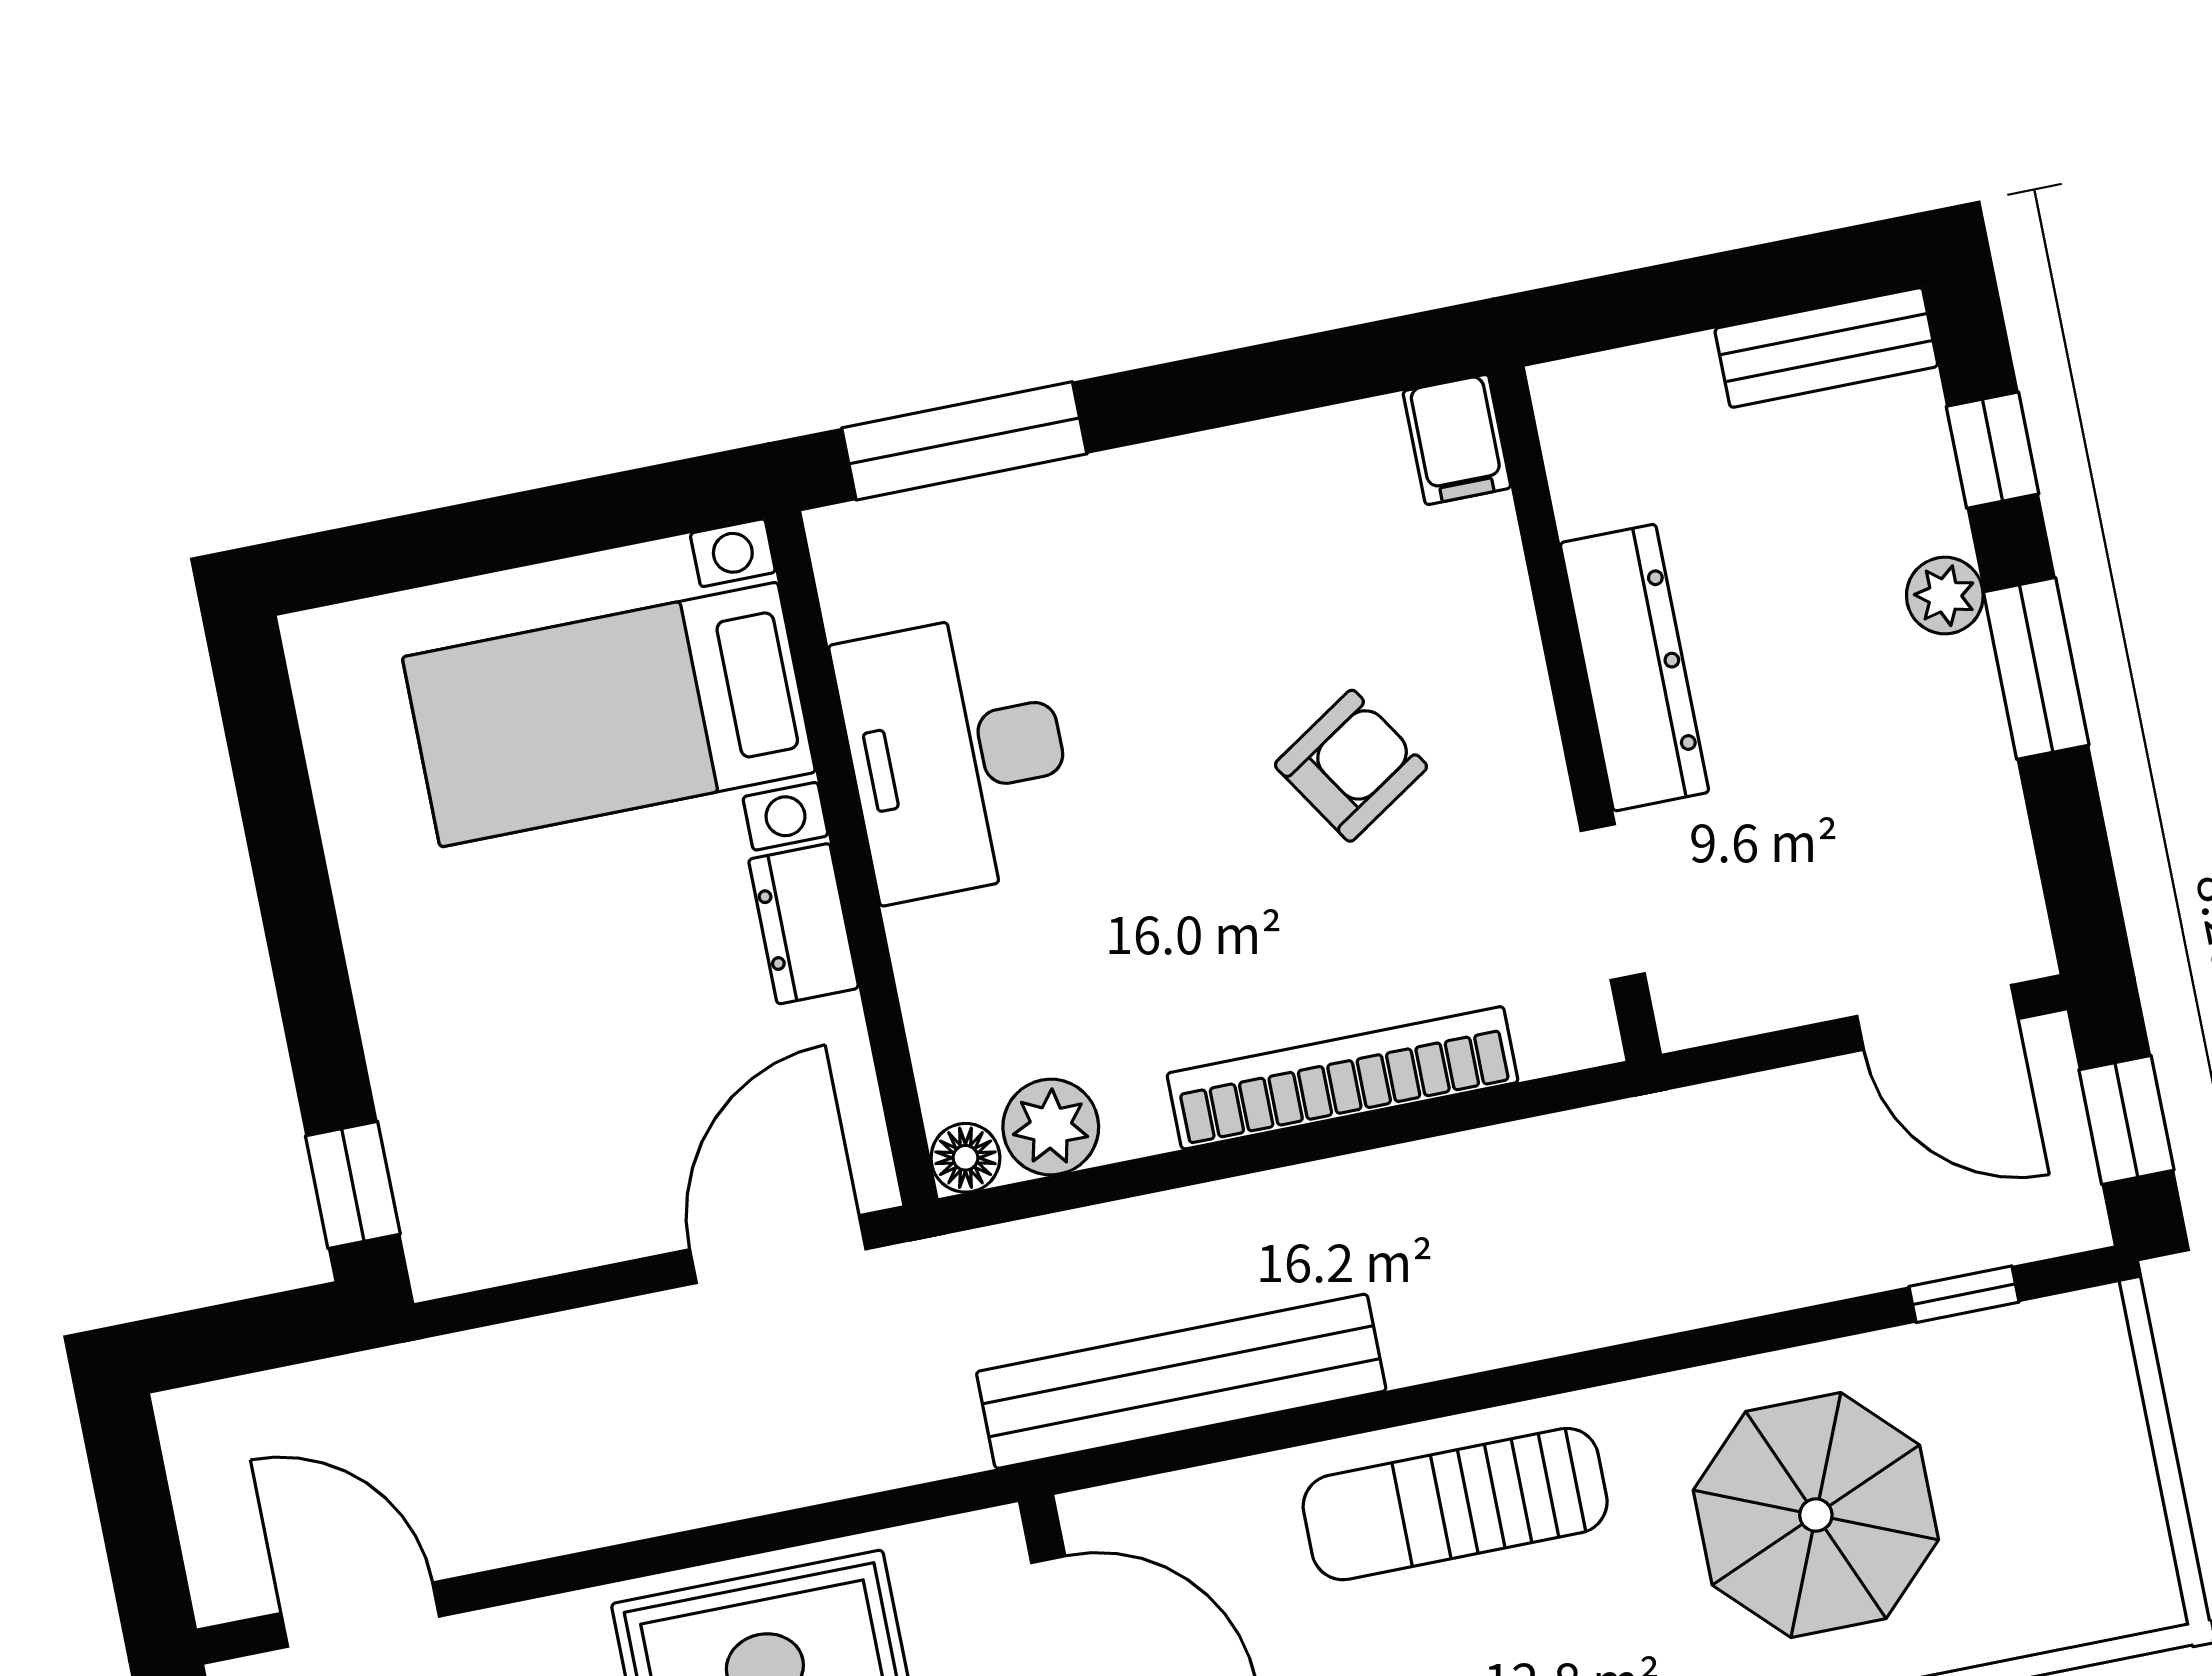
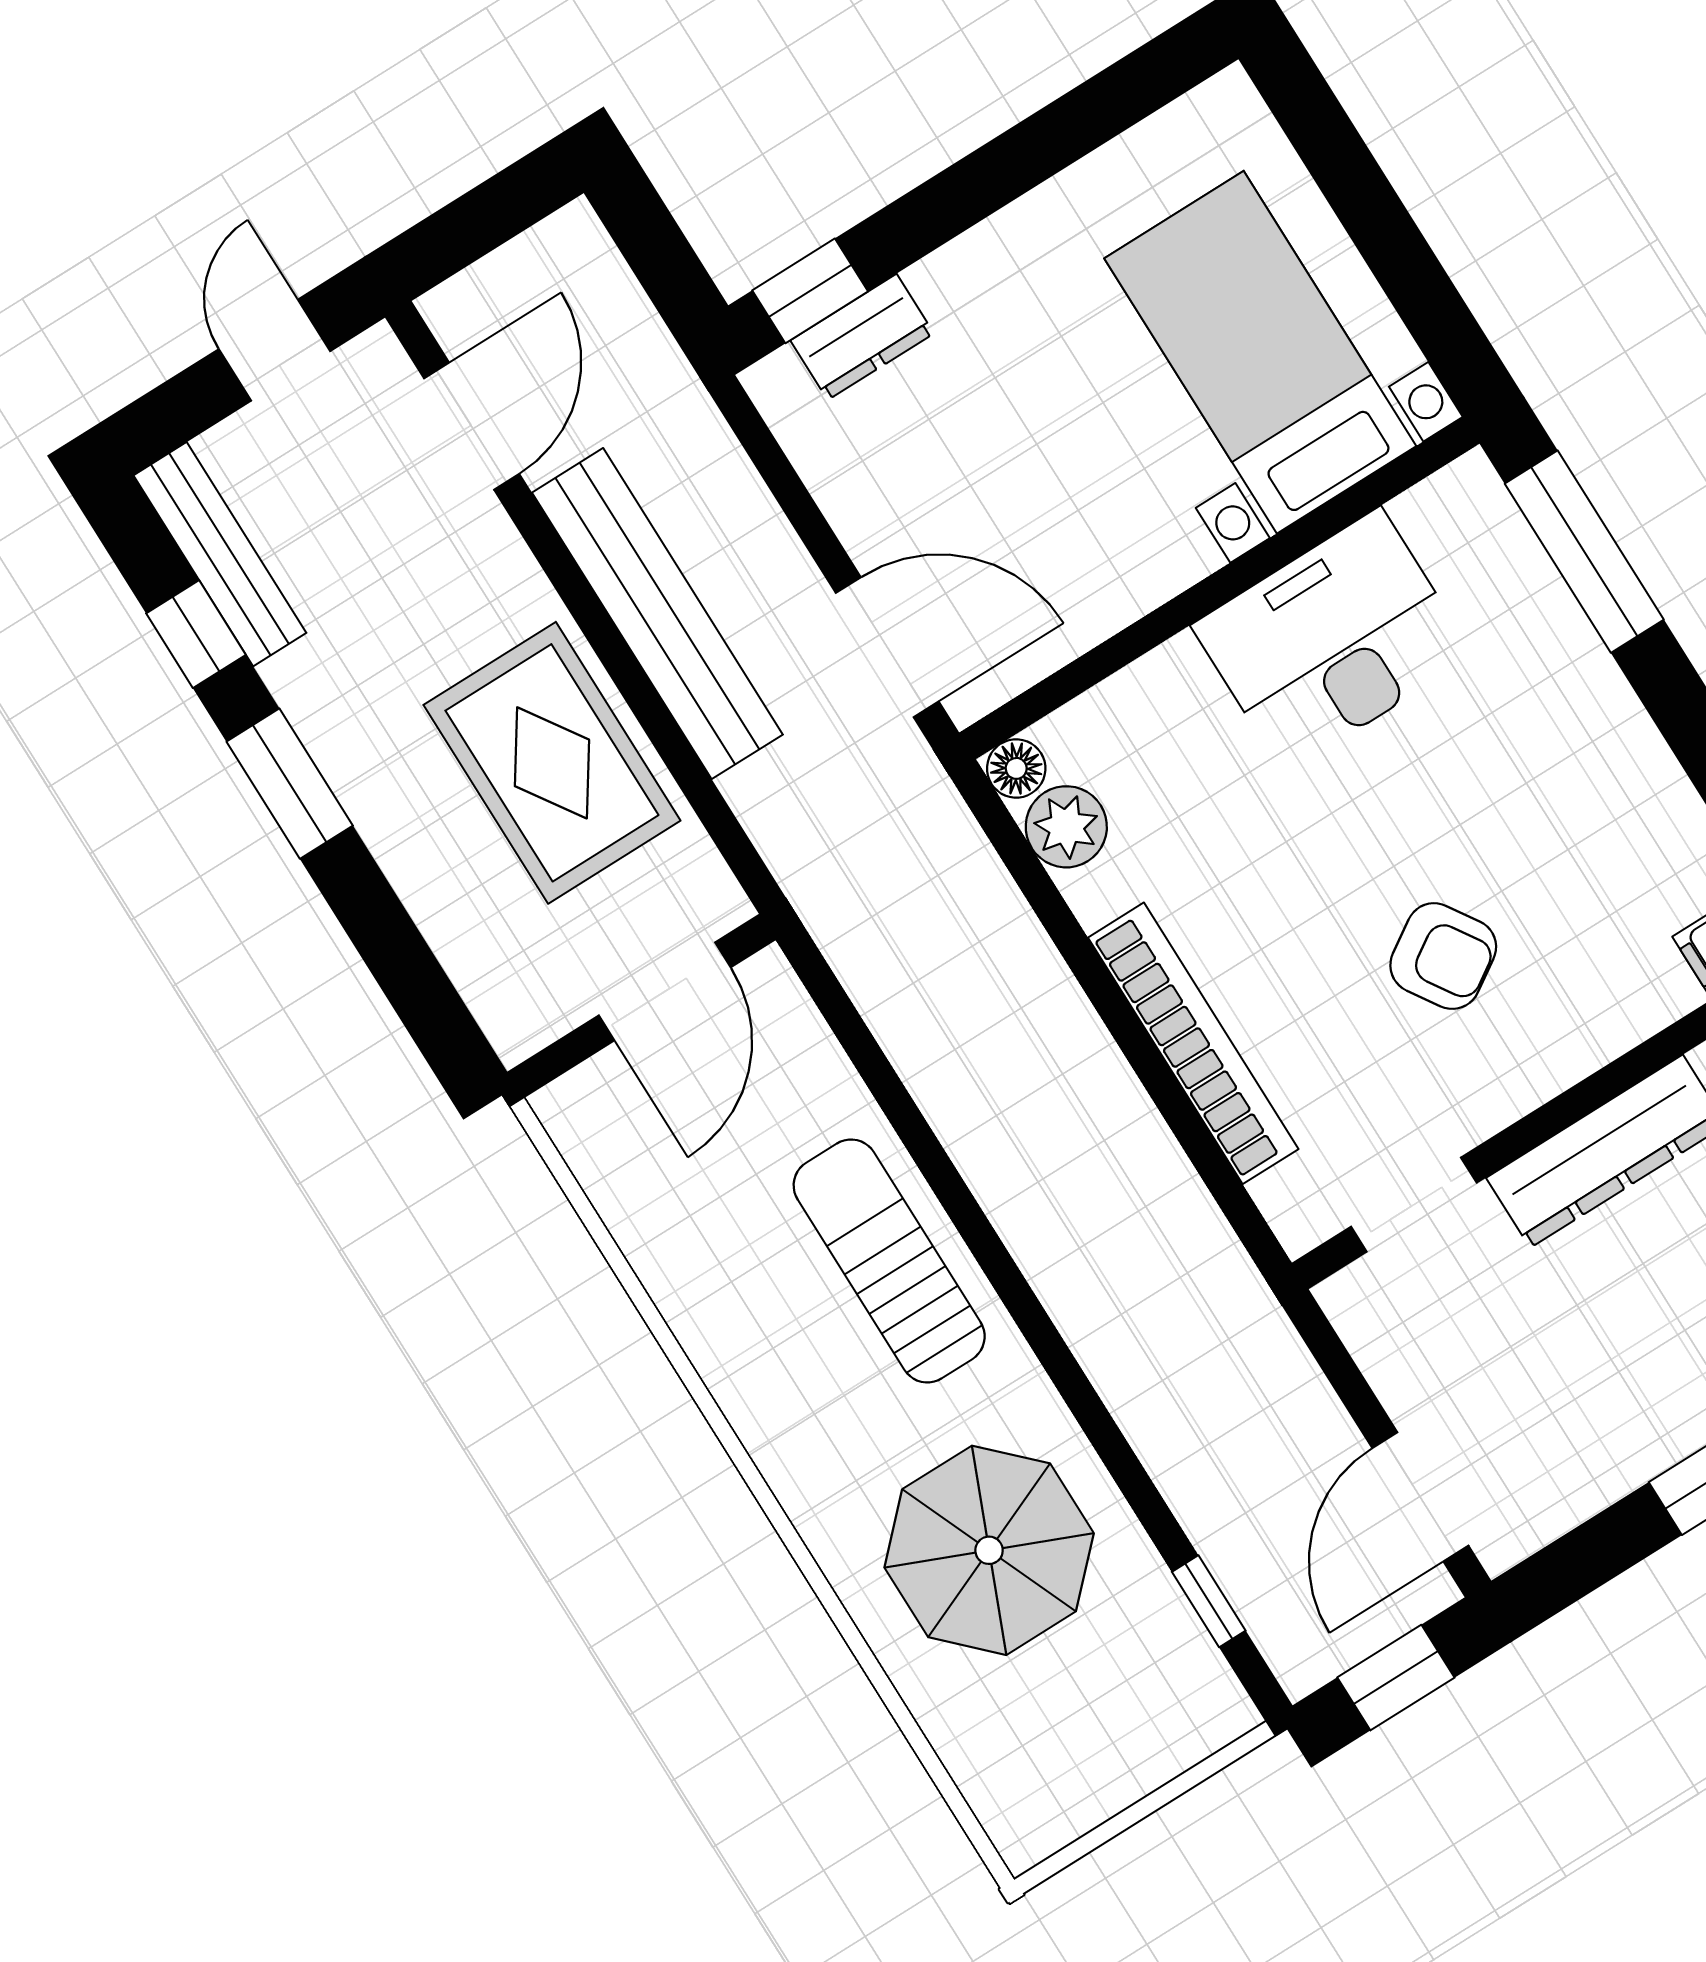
dresser: (804, 924) -> (862, 337), moved, turned 180
bench: (1181, 1381) -> (657, 614), moved

